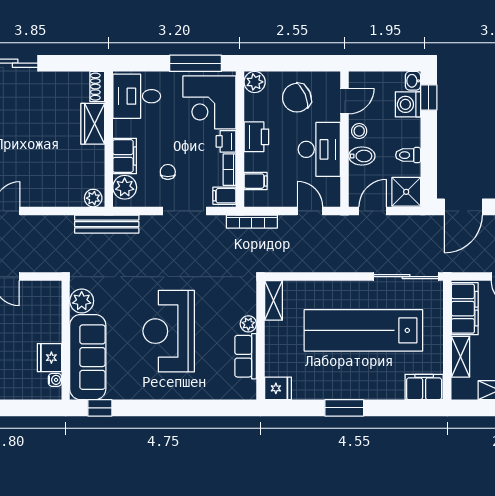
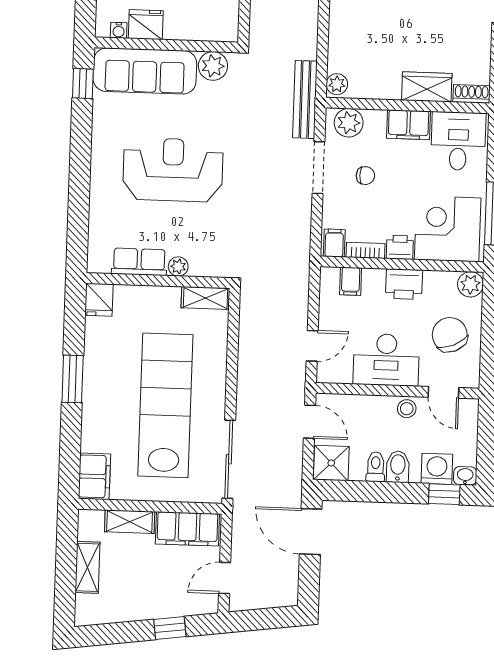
filing cabinet: (125, 156) -> (409, 125), moved
bidet: (362, 156) -> (398, 467), moved, turned 180
doorway: (185, 211) -> (318, 168), moved
bookcase: (252, 222) -> (302, 275), removed

